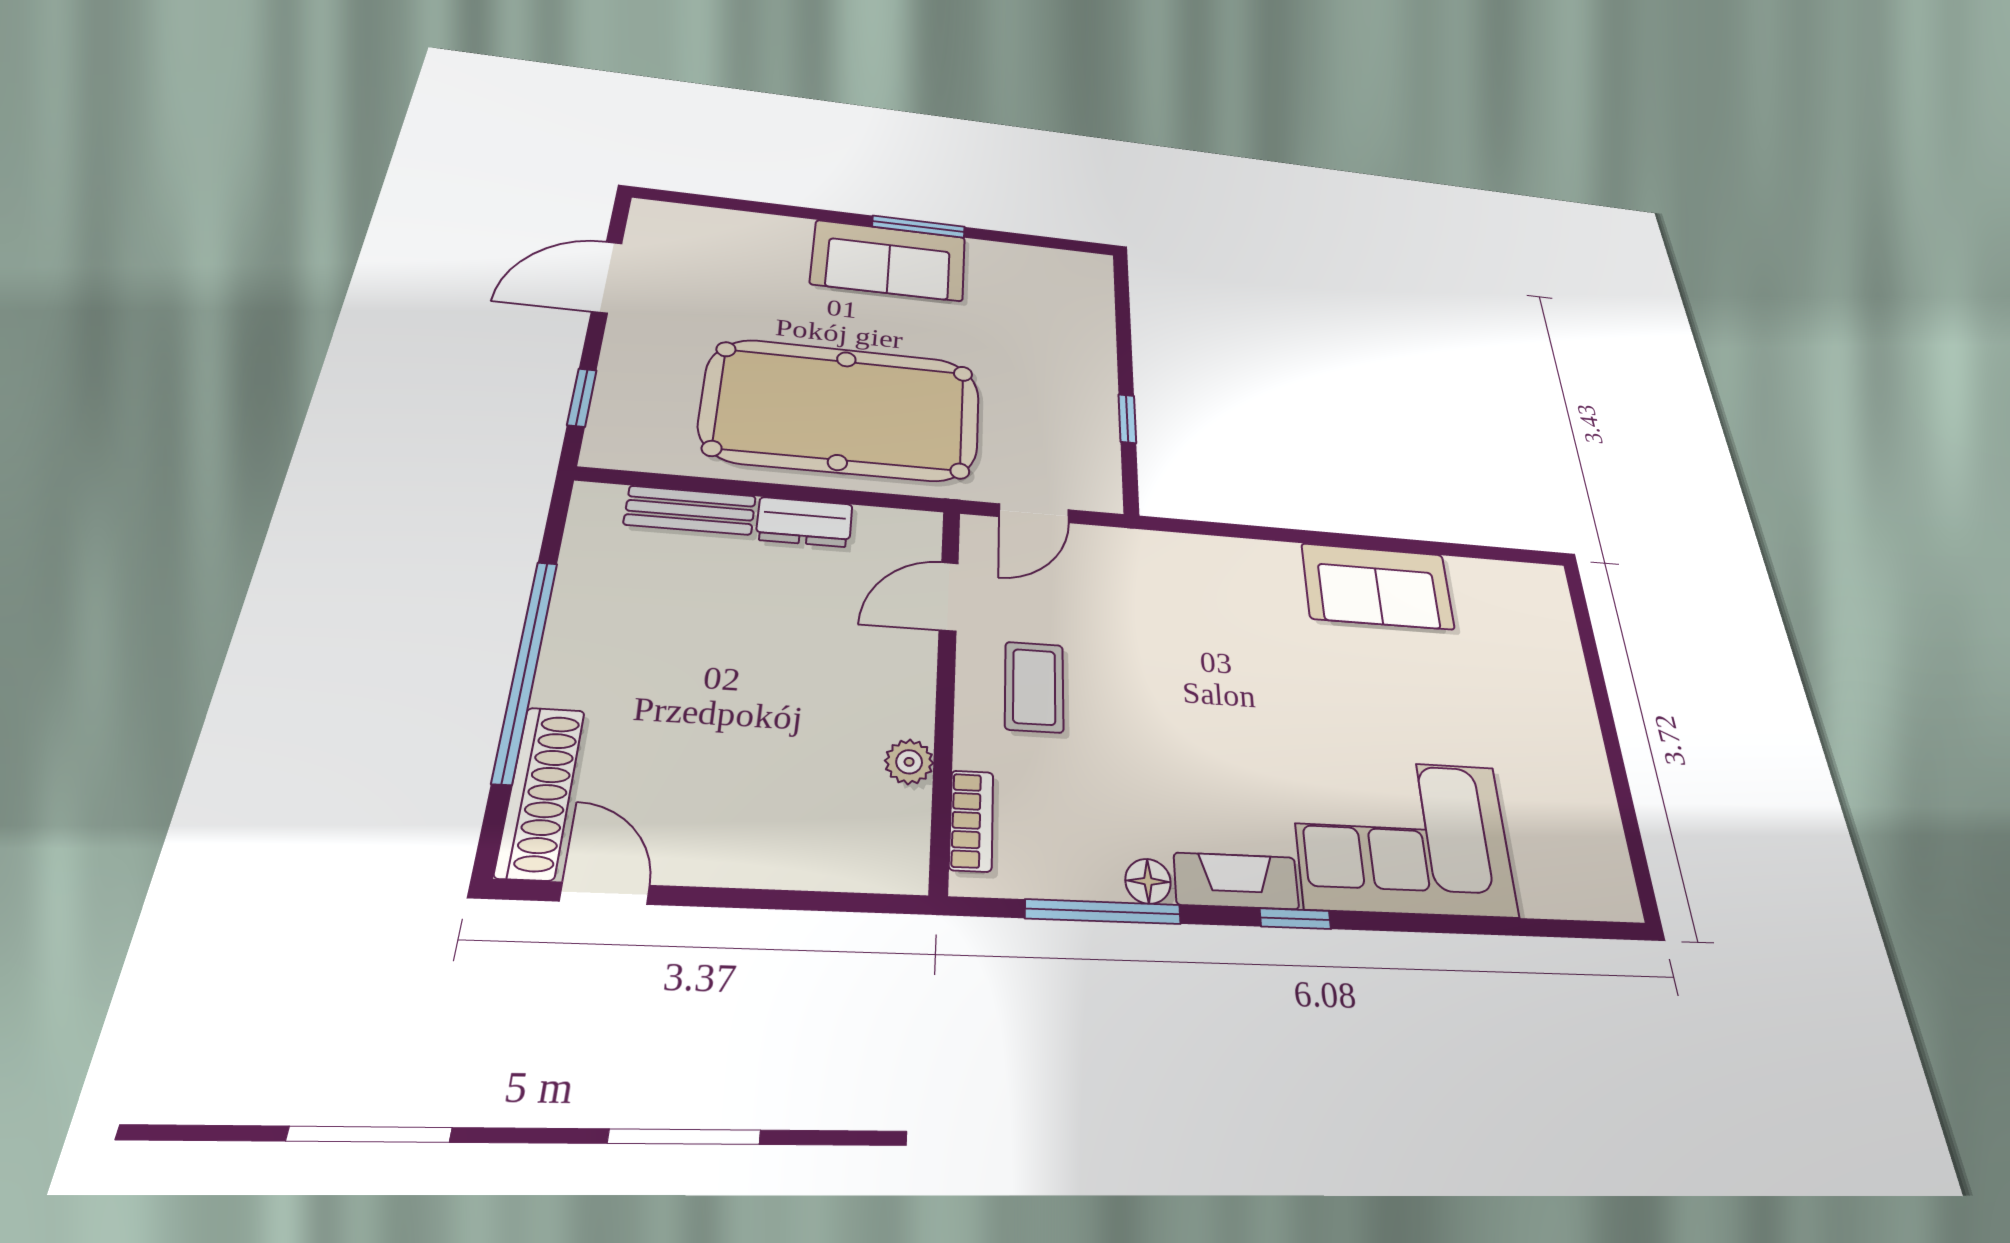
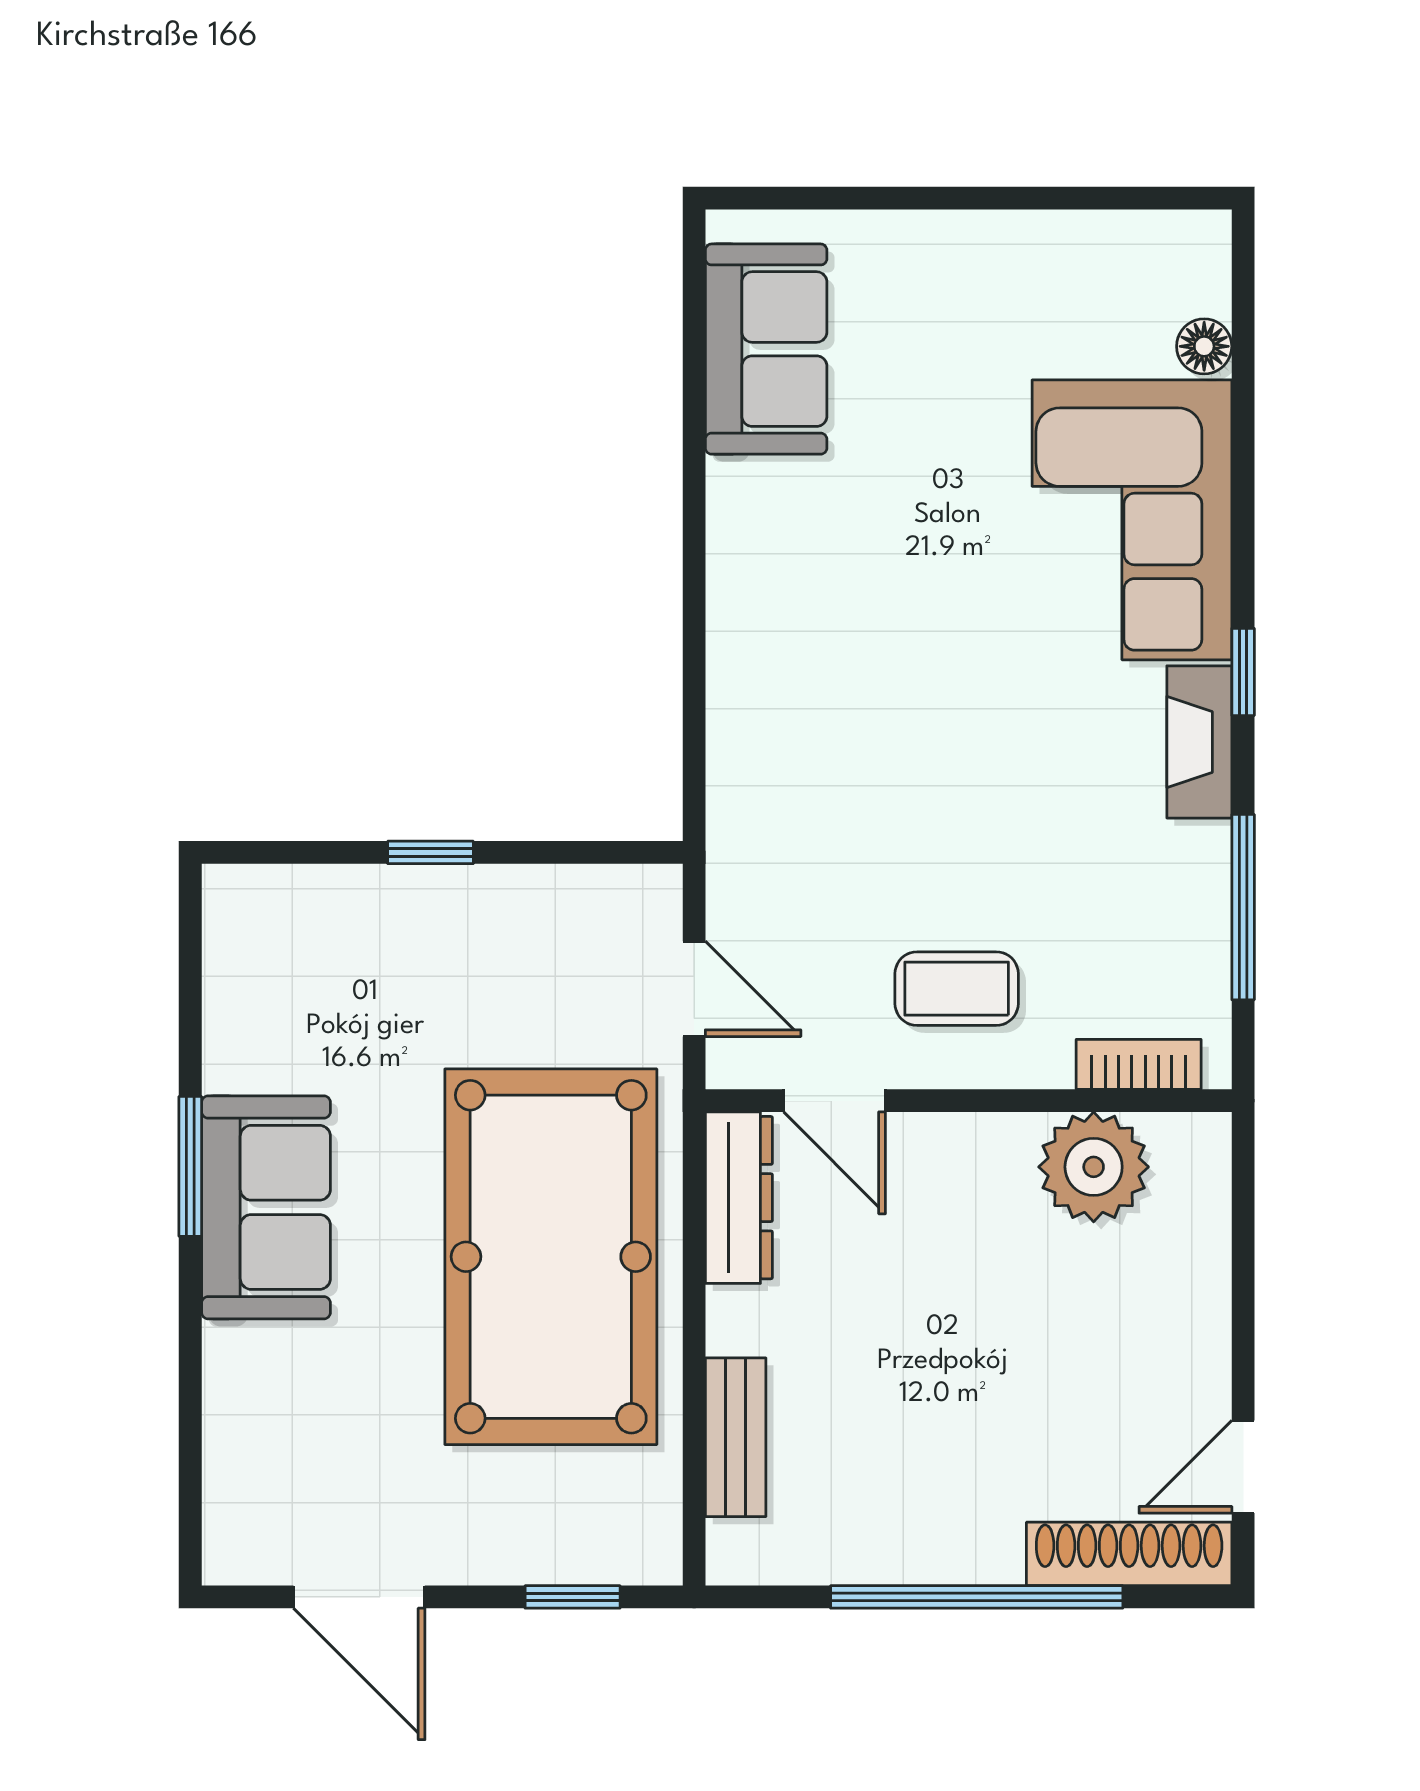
window: (1127, 419) -> (431, 852), moved
dresser: (804, 522) -> (739, 1198), moved, width x1.44
sofa: (1378, 586) -> (766, 349), moved
plant: (909, 762) -> (1094, 1167), width x1.88, depth x1.88
floor lamp: (1148, 881) -> (1204, 346), moved

